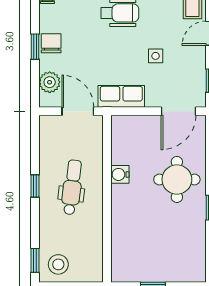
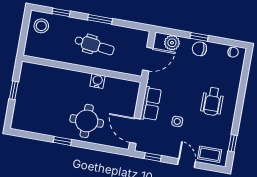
chair: (51, 43) -> (199, 49), turned 180
row of seats: (121, 96) -> (151, 104), moved
window: (35, 186) -> (100, 19), width x1.50
window: (35, 260) -> (61, 12), moved

